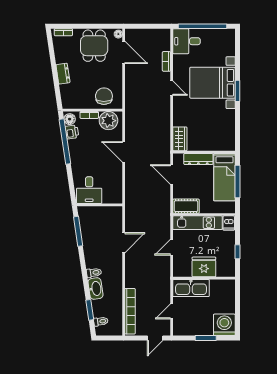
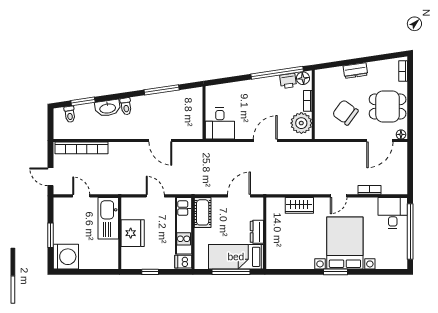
chair: (104, 96) -> (345, 112), moved, turned -144
wardrobe: (180, 139) -> (299, 205), moved
dresser: (198, 159) -> (257, 232), width x0.70
desk: (89, 190) -> (220, 124), moved, turned -90
window: (78, 231) -> (162, 90), moved

